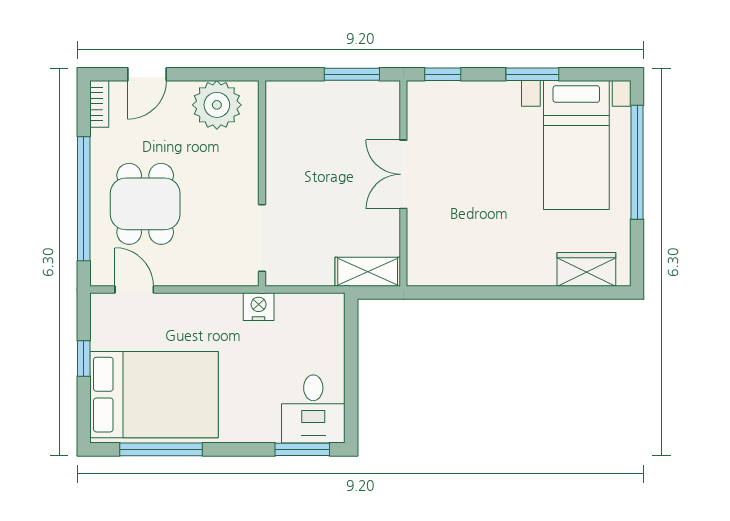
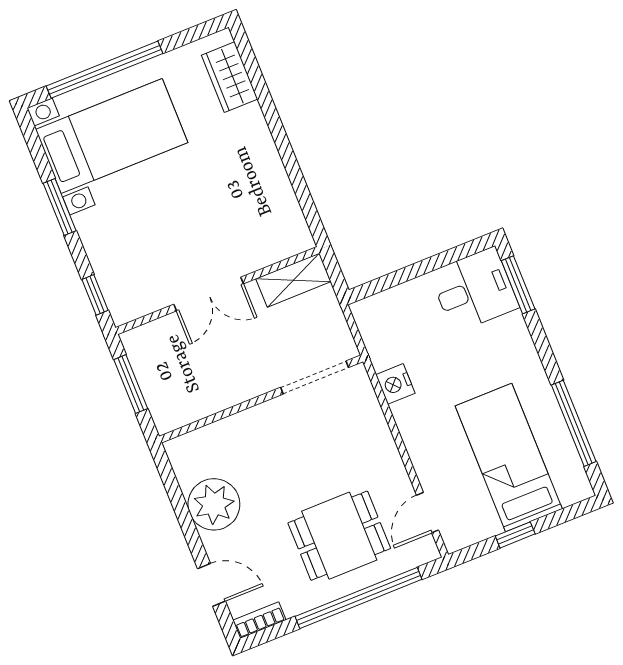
wall: (262, 183) -> (261, 399), moved
doorway: (262, 238) -> (315, 377), moved
shelving: (368, 272) -> (293, 280), moved, turned 90
bed: (154, 395) -> (509, 457), width x0.67

